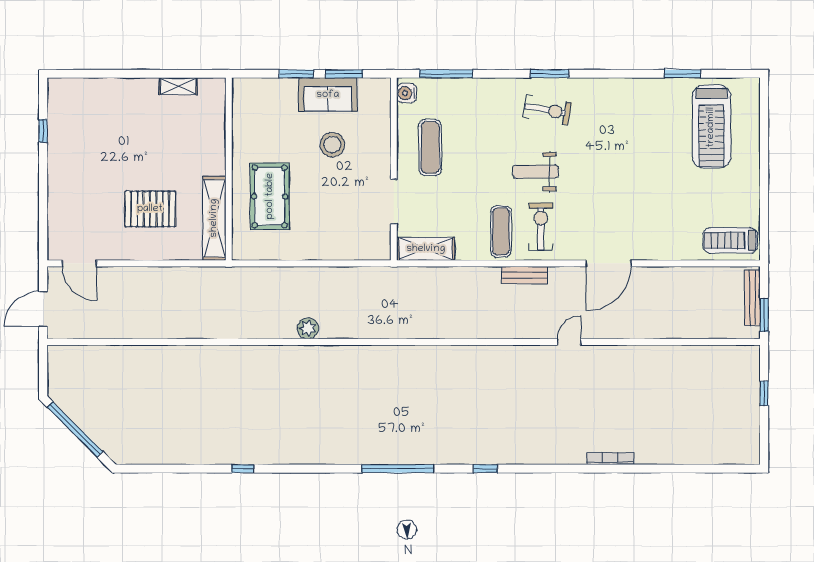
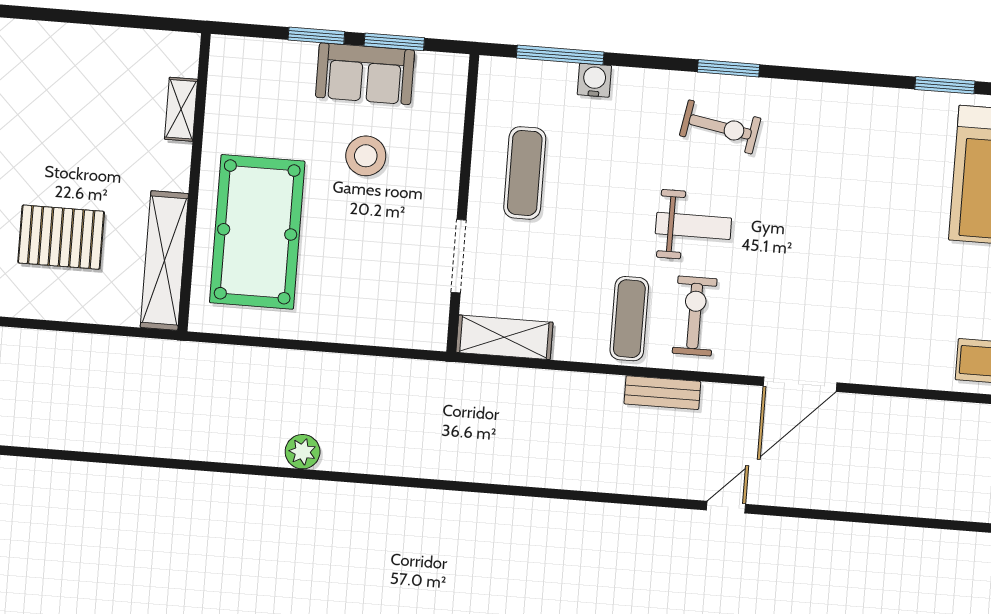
shelving: (178, 86) -> (181, 109), moved, turned 90
water cooler: (407, 93) -> (594, 80), moved, turned 90
weight bench: (536, 172) -> (693, 226), turned 180
pool table: (270, 196) -> (257, 232), width x1.36, depth x1.32

